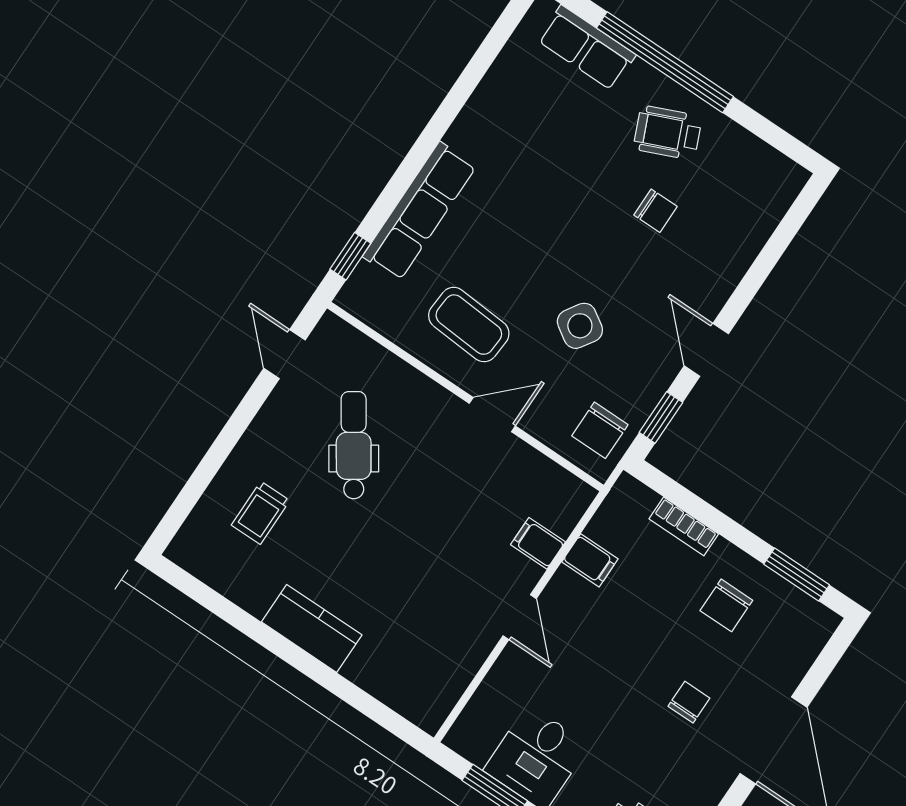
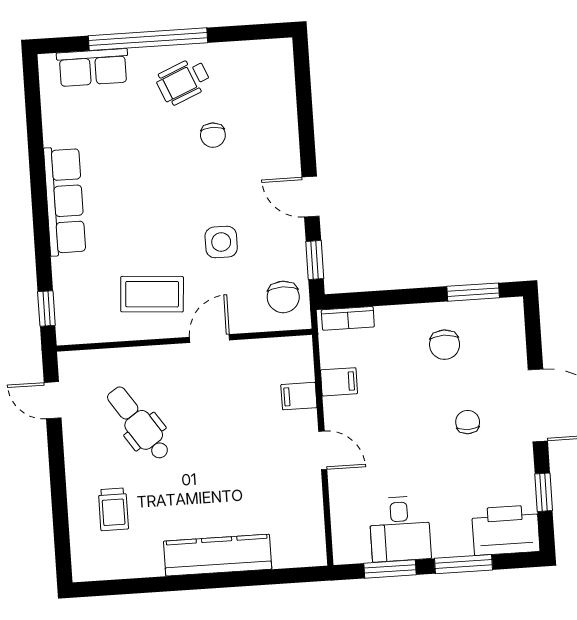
row of seats: (419, 211) -> (65, 201), moved
chair: (655, 211) -> (213, 135), turned 90
side table: (580, 326) -> (221, 242), turned -33
bookcase: (684, 526) -> (348, 318), moved
kitchen counter: (312, 628) -> (218, 555), width x1.50

